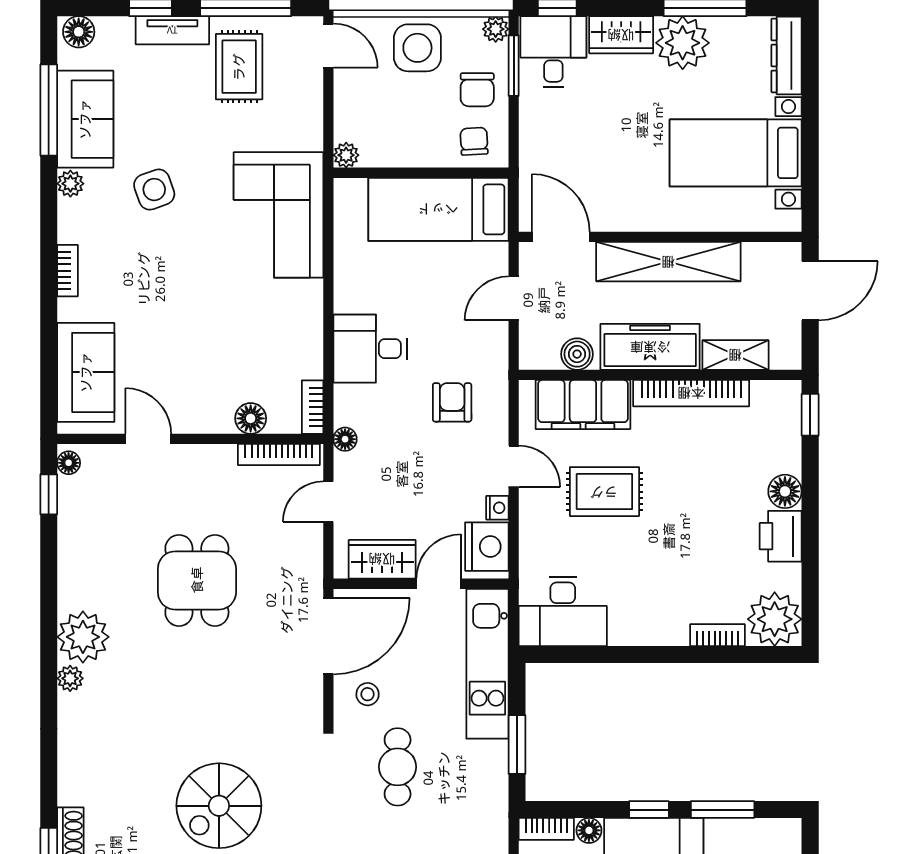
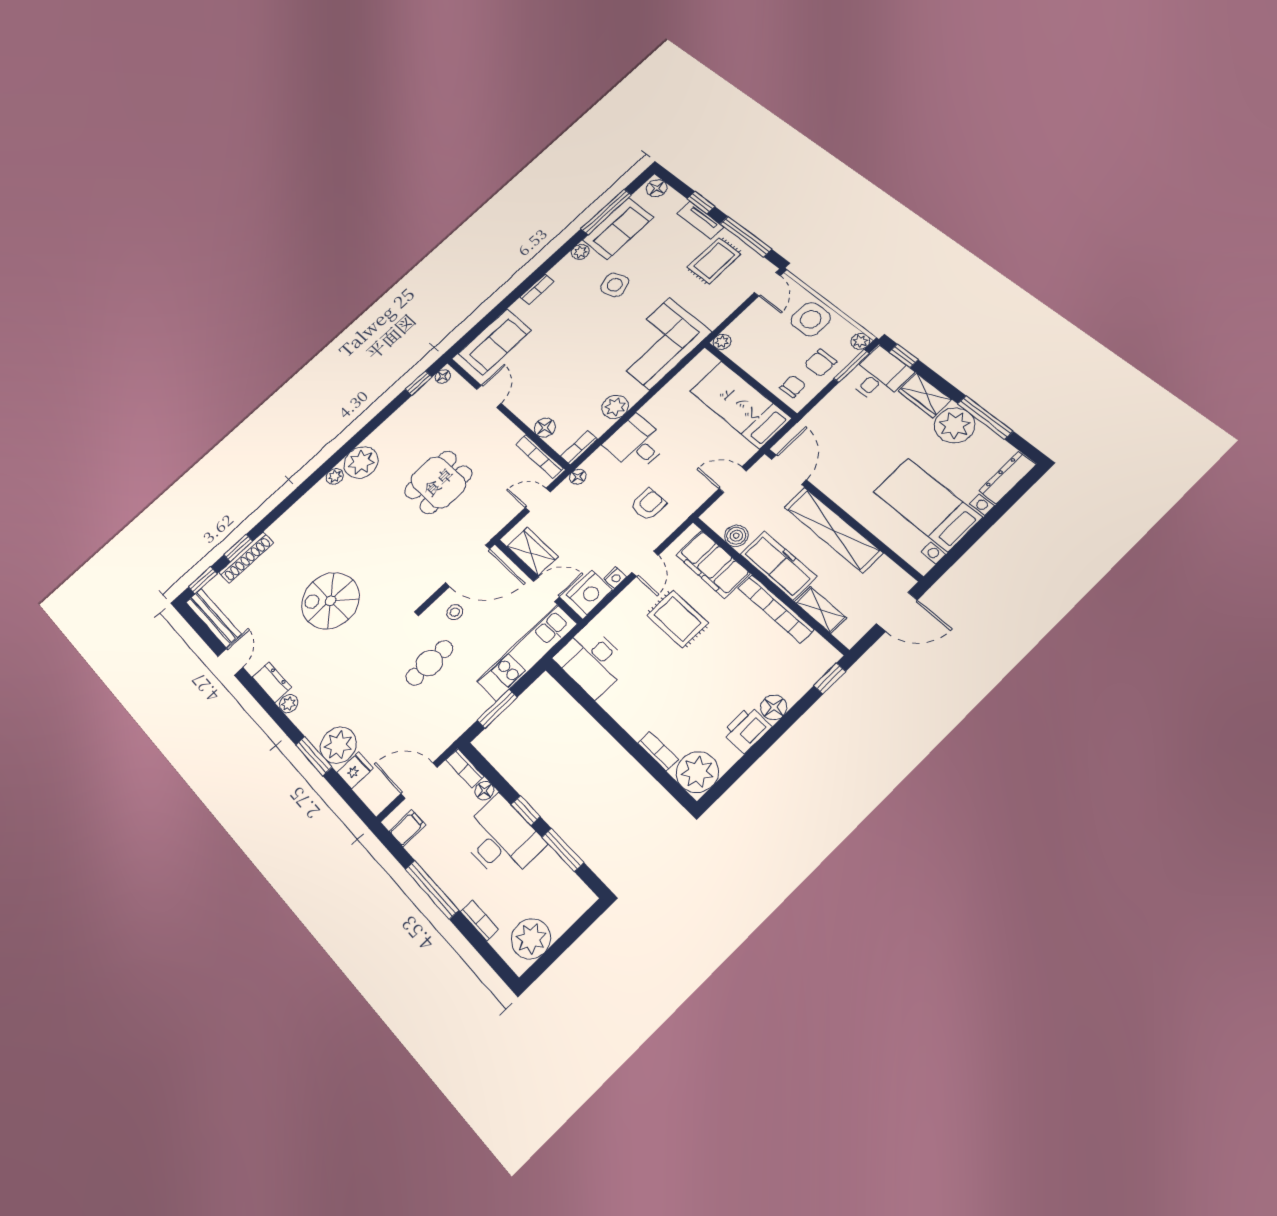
plant: (304, 329) -> (615, 407), added

